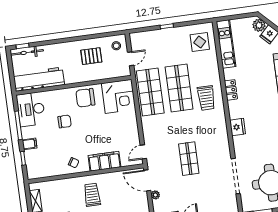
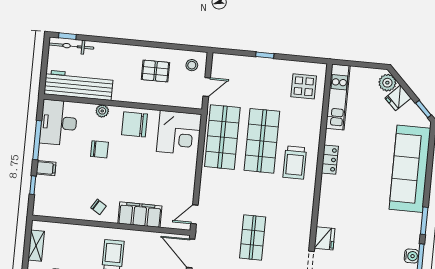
plant: (60, 94) -> (102, 111), added
fridge: (238, 127) -> (325, 238), moved

